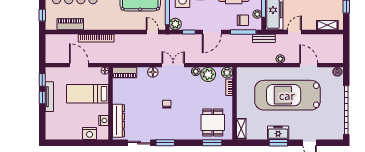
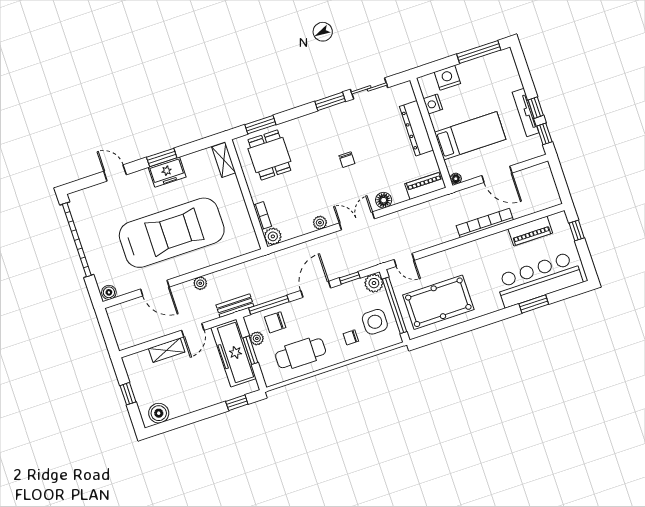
shelving: (327, 25) -> (167, 350), moved
double door: (173, 65) -> (357, 221), swing flipped
plant: (208, 74) -> (300, 224), removed
dresser: (118, 121) -> (416, 128), moved
window: (65, 143) -> (479, 52), added

